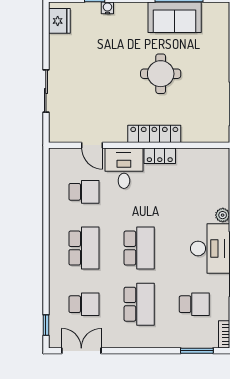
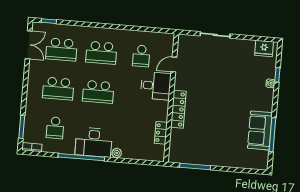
round table: (161, 74) -> (221, 117), removed
locker: (160, 156) -> (161, 133), moved
school desk: (84, 304) -> (62, 49), width x1.85

